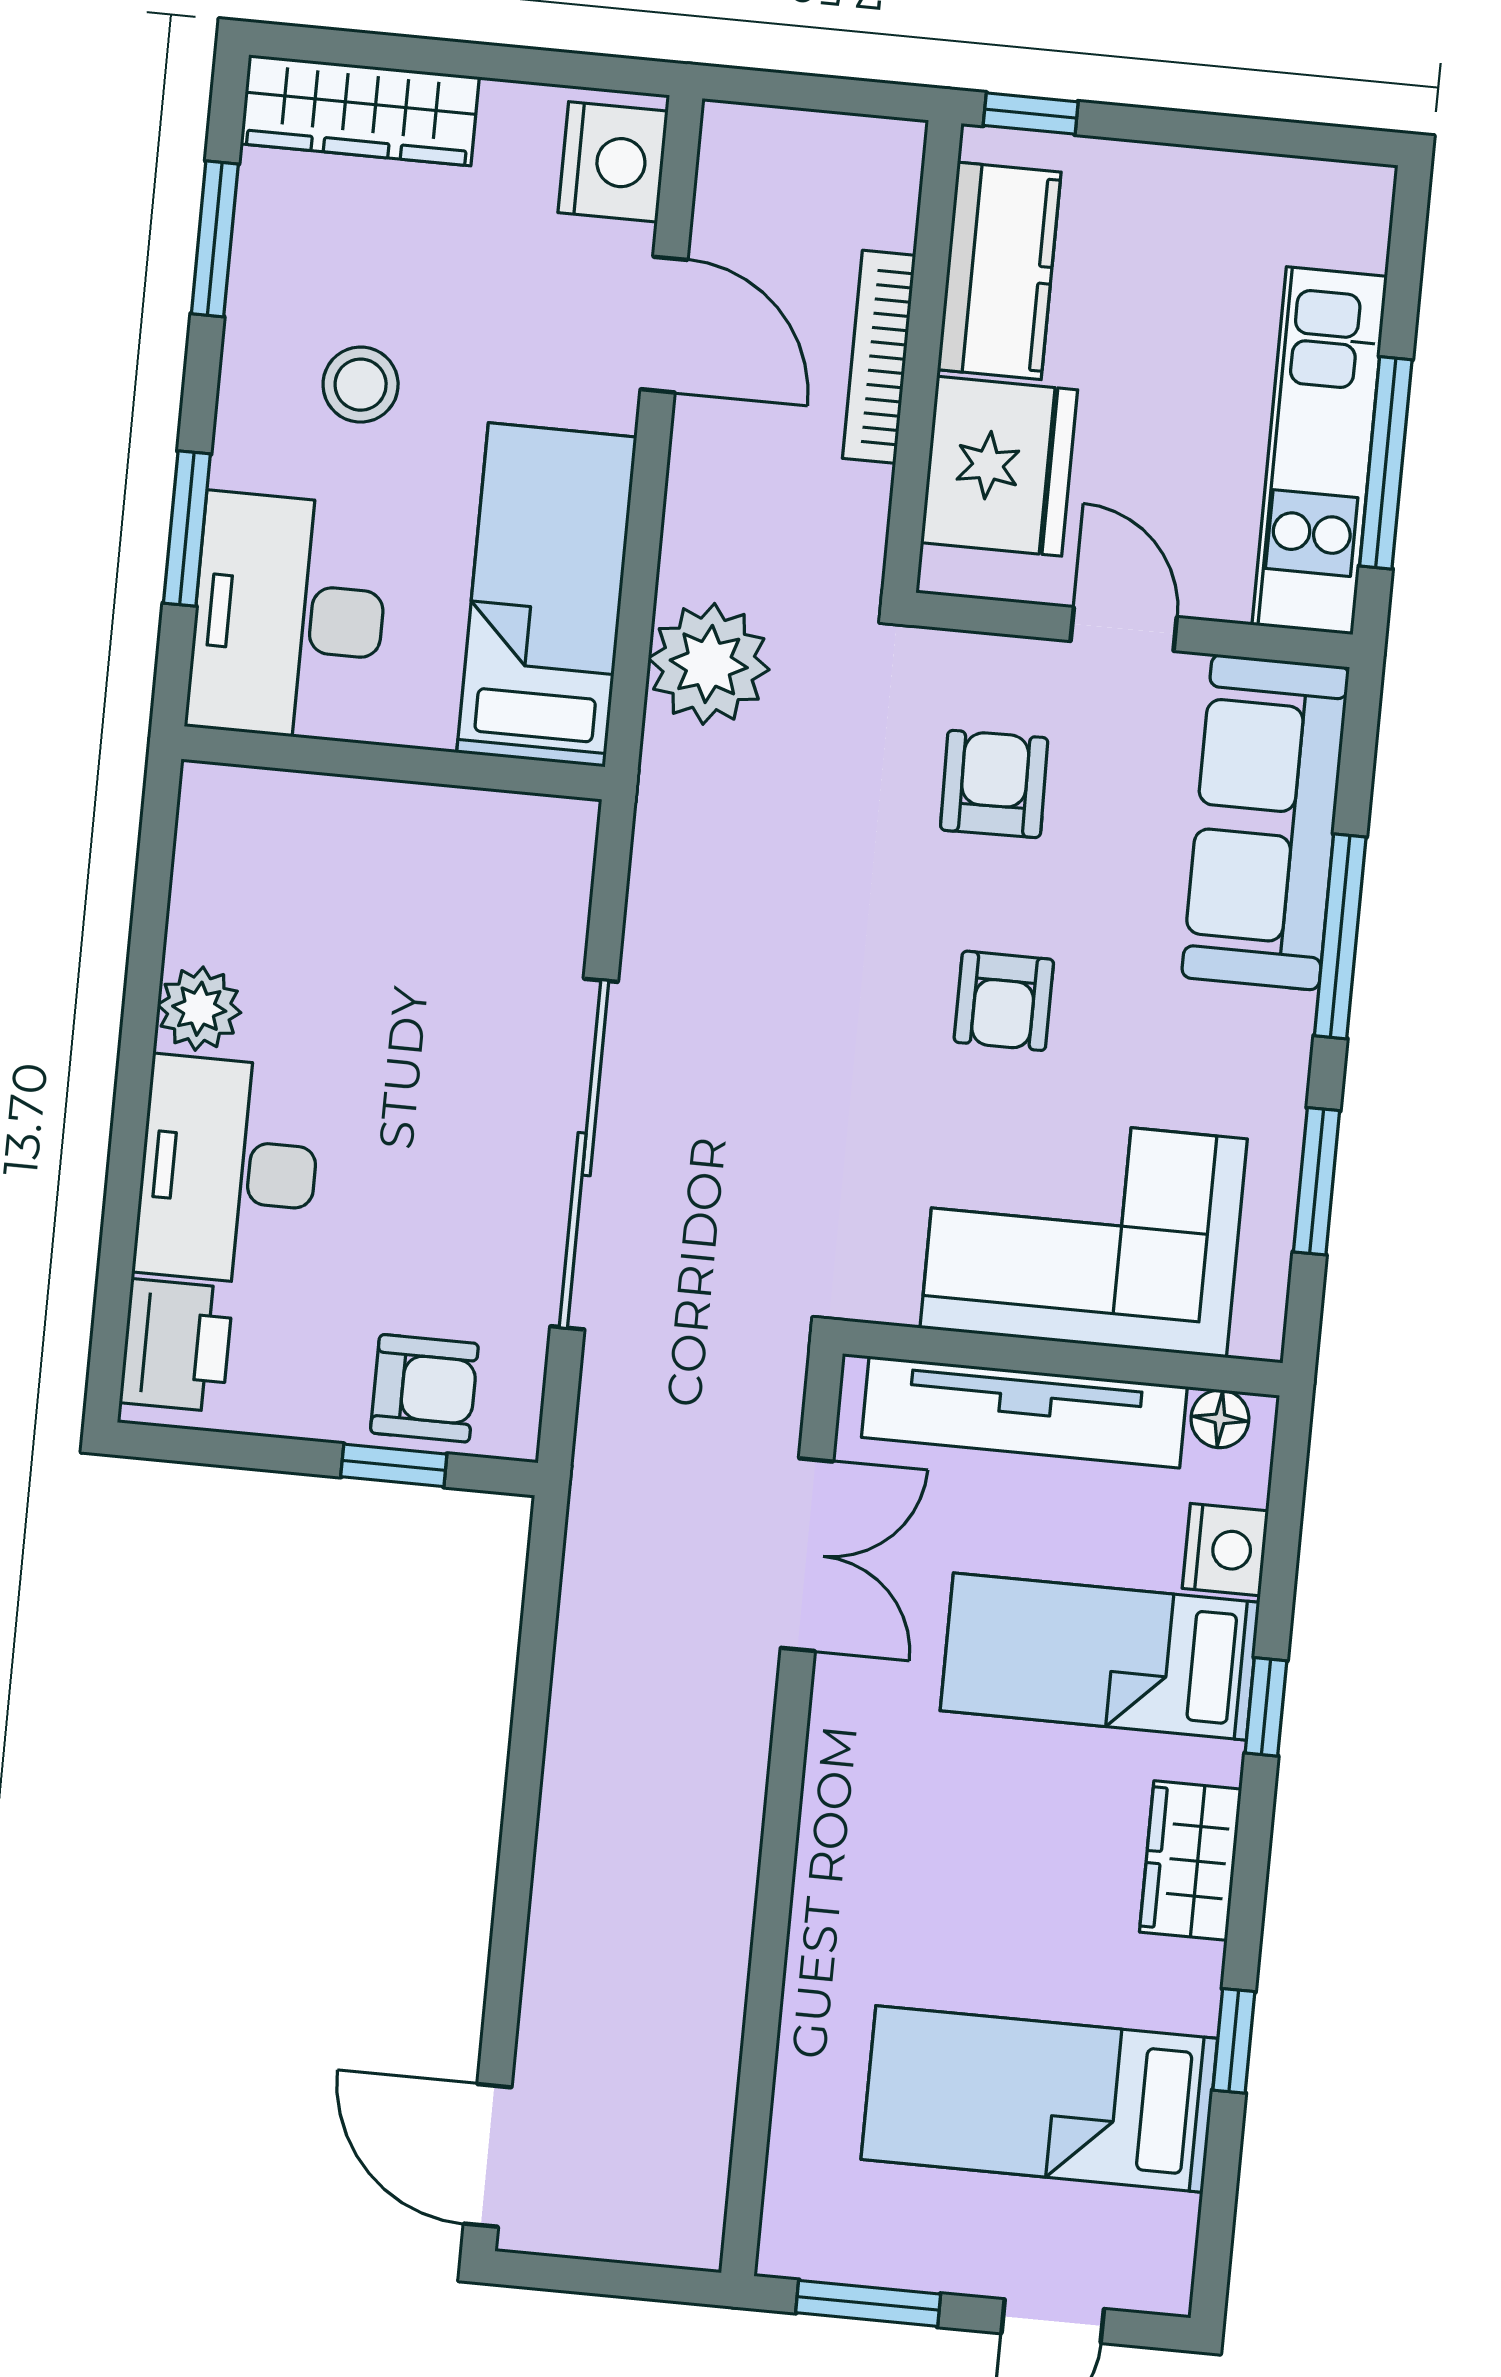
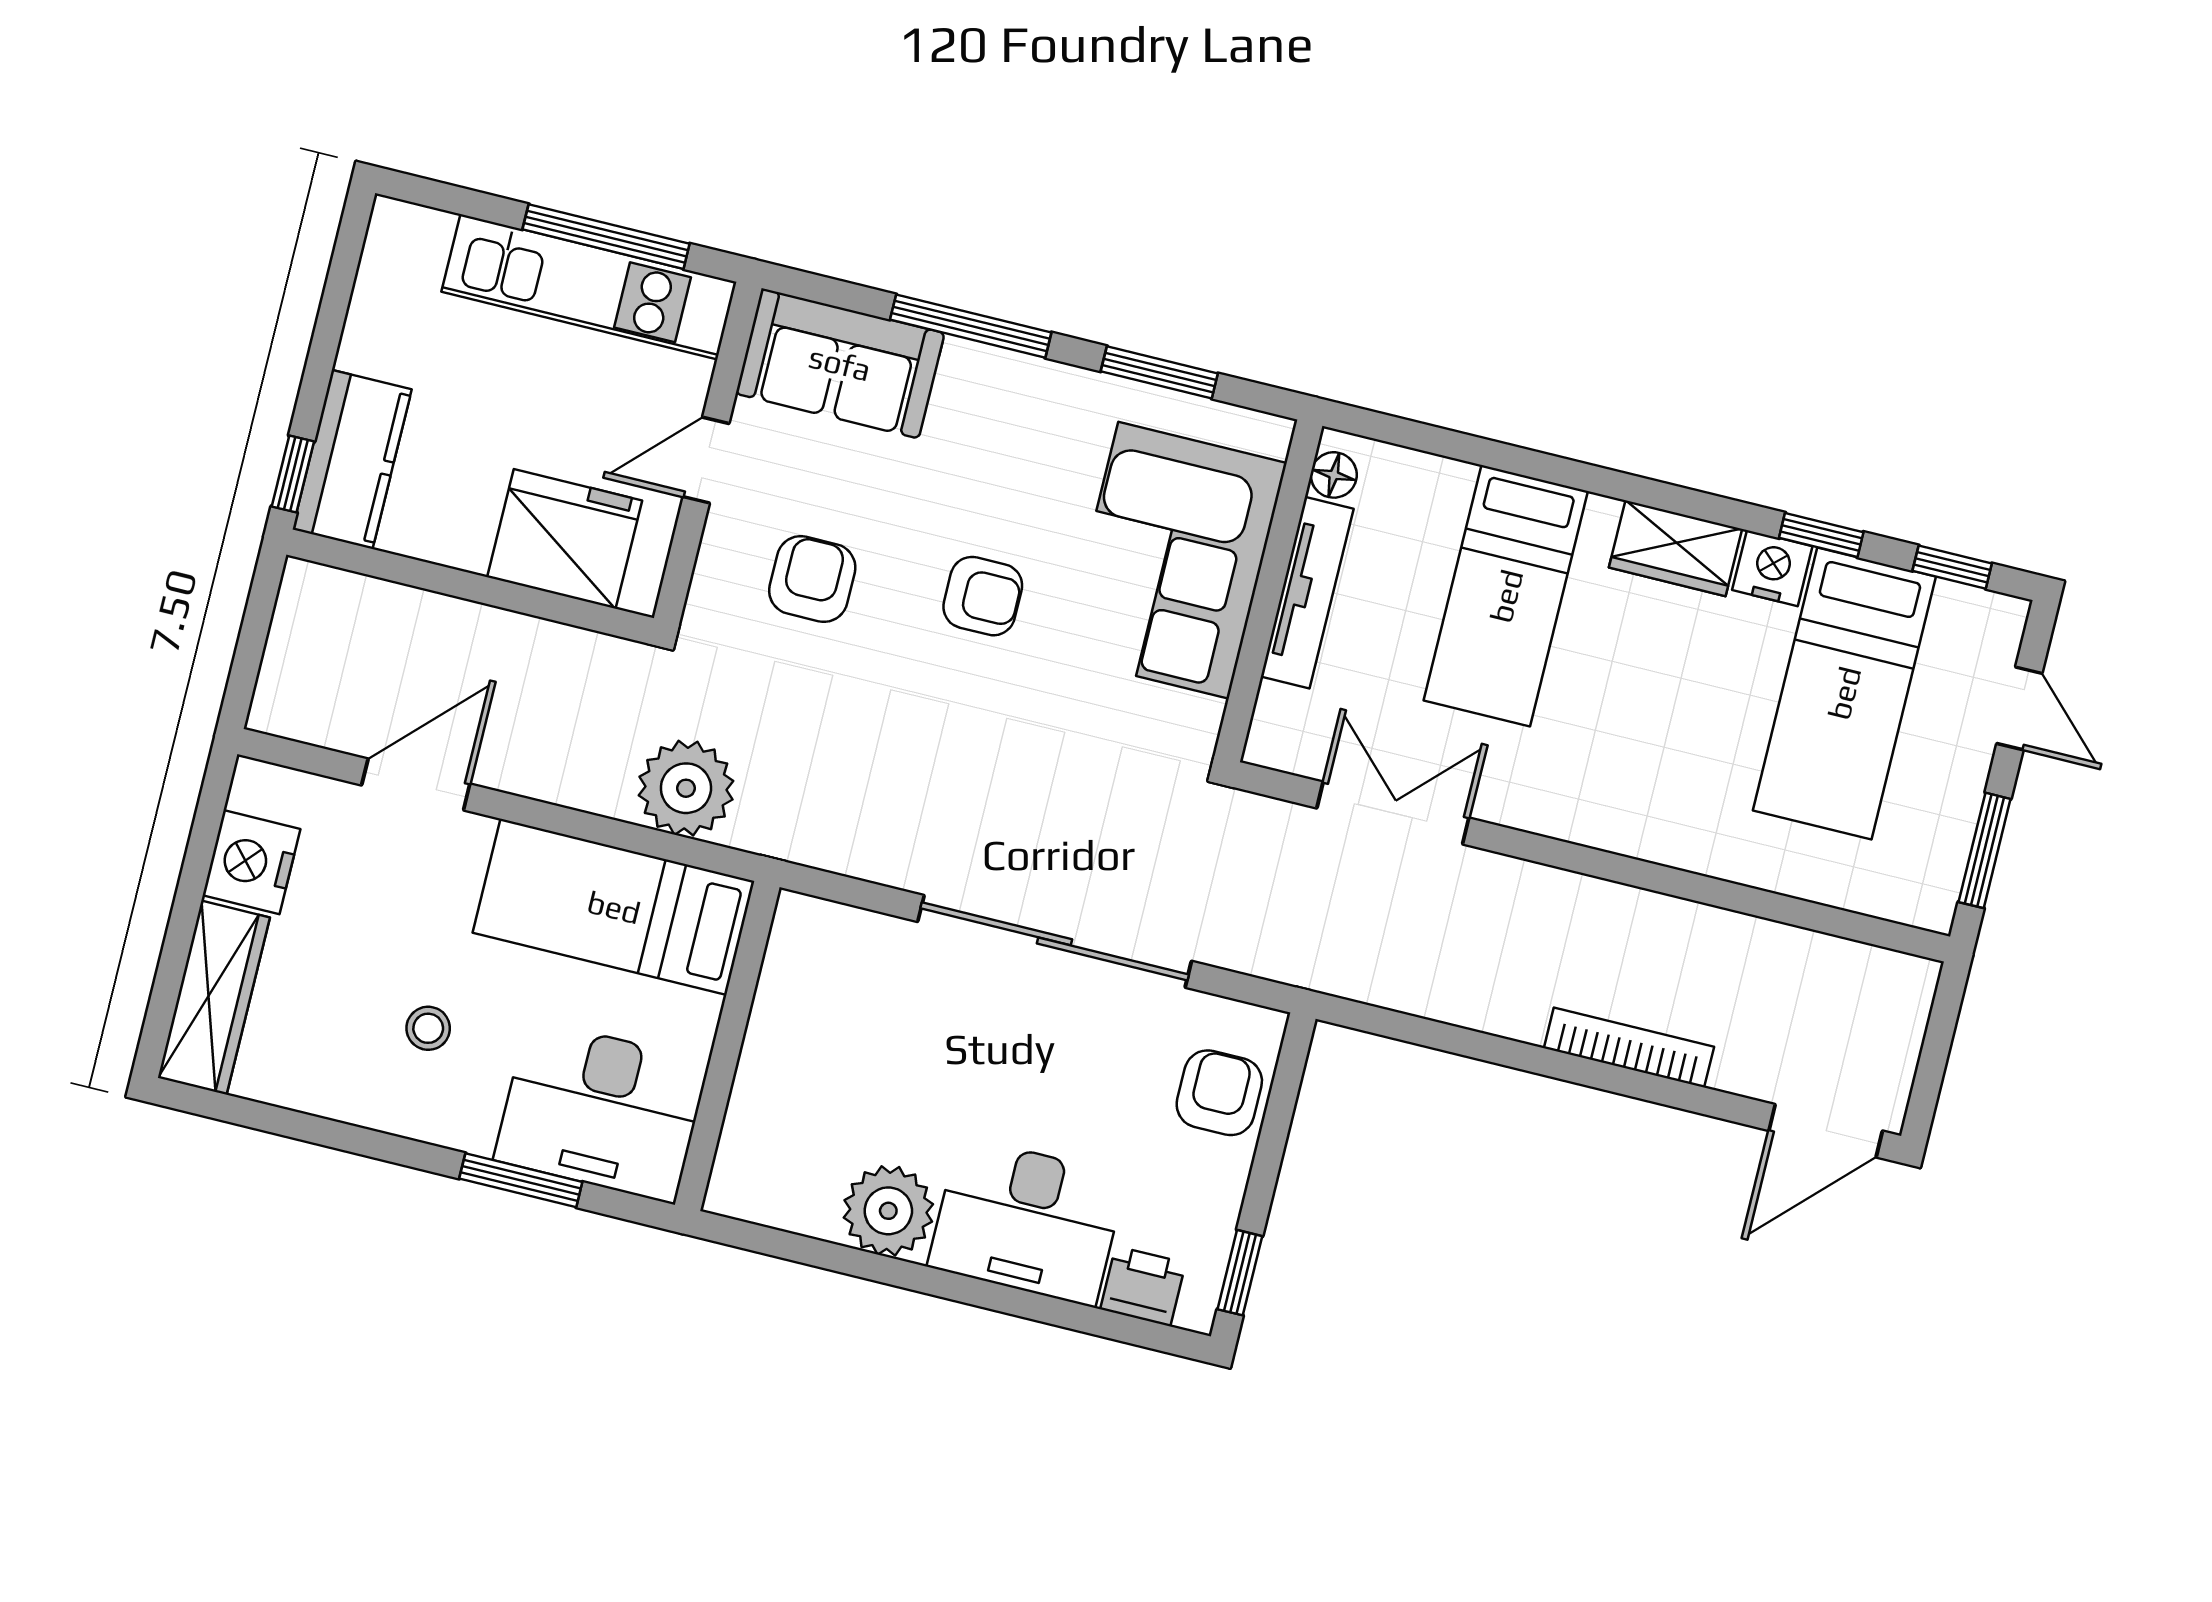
nightstand: (613, 162) -> (251, 862), moved, turned -90
window: (215, 239) -> (298, 1126), removed
kitchen counter: (999, 271) -> (352, 459), moved, turned 90
bookcase: (879, 357) -> (1629, 1047), moved, turned 180
stool: (361, 385) -> (428, 1028), width x0.73, depth x0.73
armchair: (994, 784) -> (812, 579), turned 91
sofa: (1265, 822) -> (840, 363), width x0.73
plant: (199, 1009) -> (888, 1211), width x1.36, depth x1.36
printer: (176, 1345) -> (1143, 1286), width x0.73, depth x0.81
tv unit: (1024, 1412) -> (1307, 593), width x0.73, depth x0.78
window: (394, 1465) -> (1240, 1273), moved
nightstand: (1225, 1550) -> (1772, 568), moved
window: (1266, 1707) -> (1952, 567), moved

